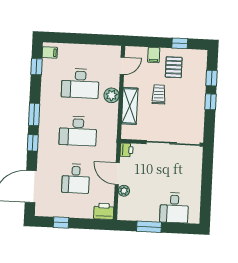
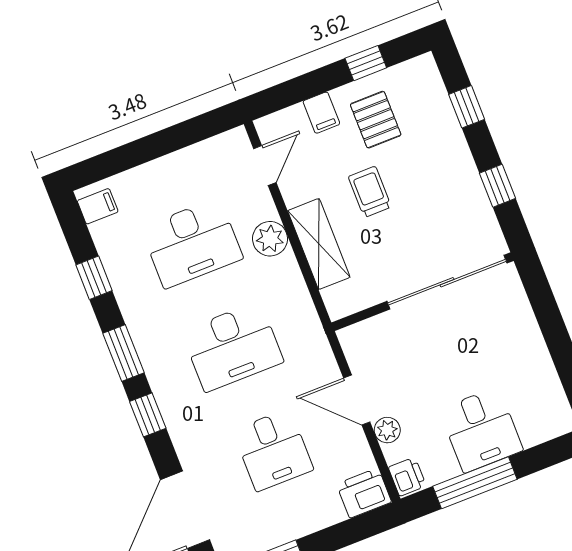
window: (36, 67) -> (94, 278), moved
window: (210, 102) -> (497, 186), moved
printer: (127, 150) -> (407, 477), moved
desk: (174, 208) -> (481, 430), moved
window: (149, 227) -> (475, 483), width x1.44

